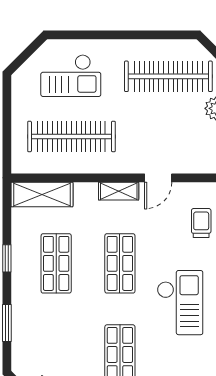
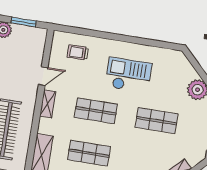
door: (158, 178) -> (43, 76), hinge flipped

